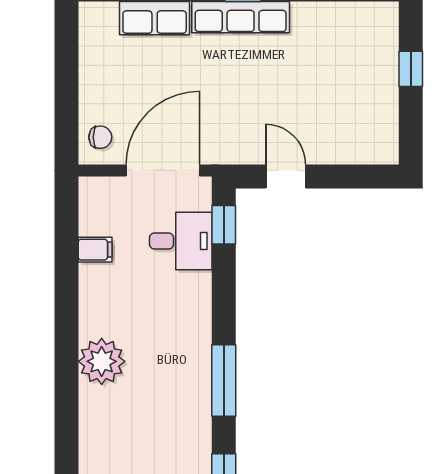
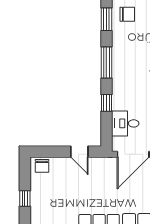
chair: (371, 144) -> (42, 166), added
window: (224, 225) -> (106, 103), moved

